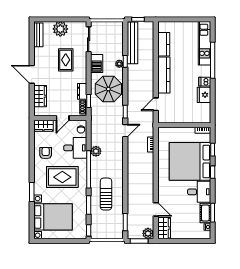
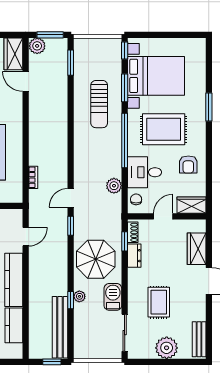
plant: (96, 151) -> (114, 186), moved
bed with nightstands: (53, 217) -> (156, 76), moved, turned 180

